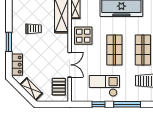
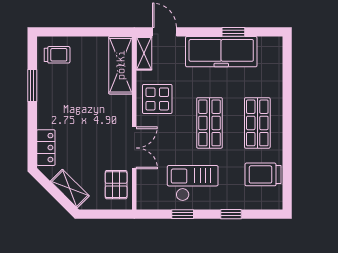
trolley: (33, 29) -> (57, 55), moved
window: (9, 42) -> (32, 86), moved
window: (127, 104) -> (231, 214), width x0.46

